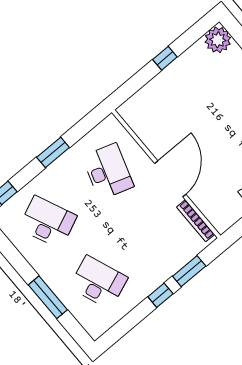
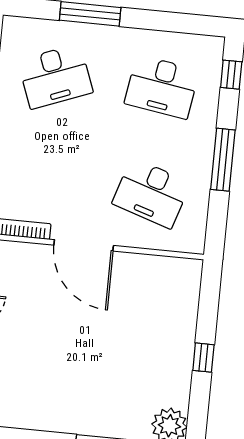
window: (53, 152) -> (223, 160), width x1.44
desk: (48, 222) -> (162, 87), turned 33

